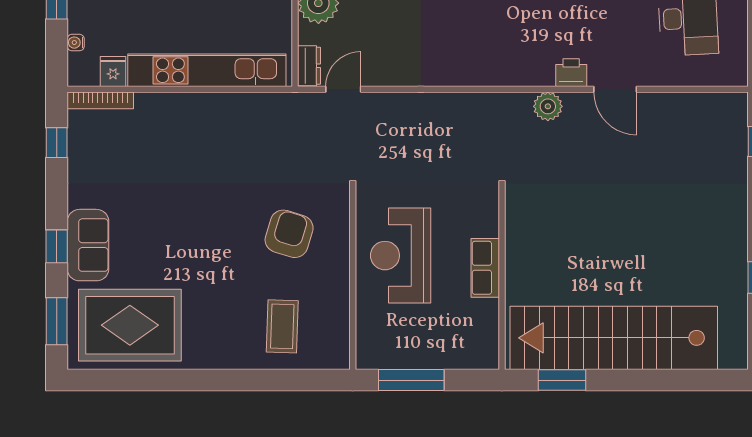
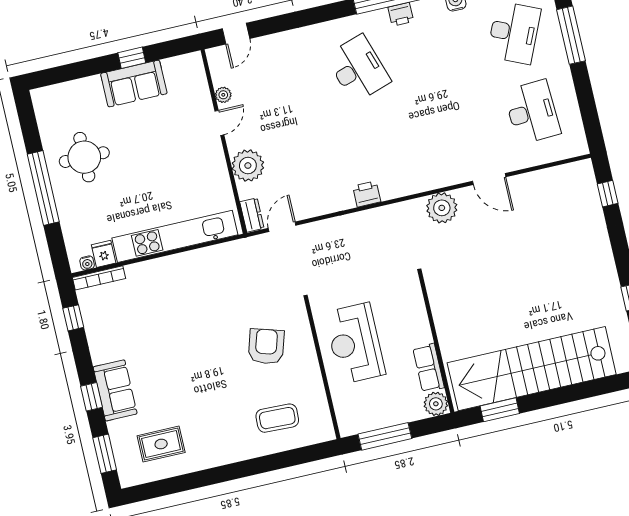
water cooler: (76, 43) -> (87, 263), moved, turned -90
printer: (571, 73) -> (367, 194), moved
plant: (548, 106) -> (442, 208), width x1.36, depth x1.36
row of seats: (485, 268) -> (429, 368), moved
rug: (130, 325) -> (161, 444), width x0.54, depth x0.49
coffee table: (282, 326) -> (277, 418), turned 90
plant: (484, 354) -> (436, 404), added

